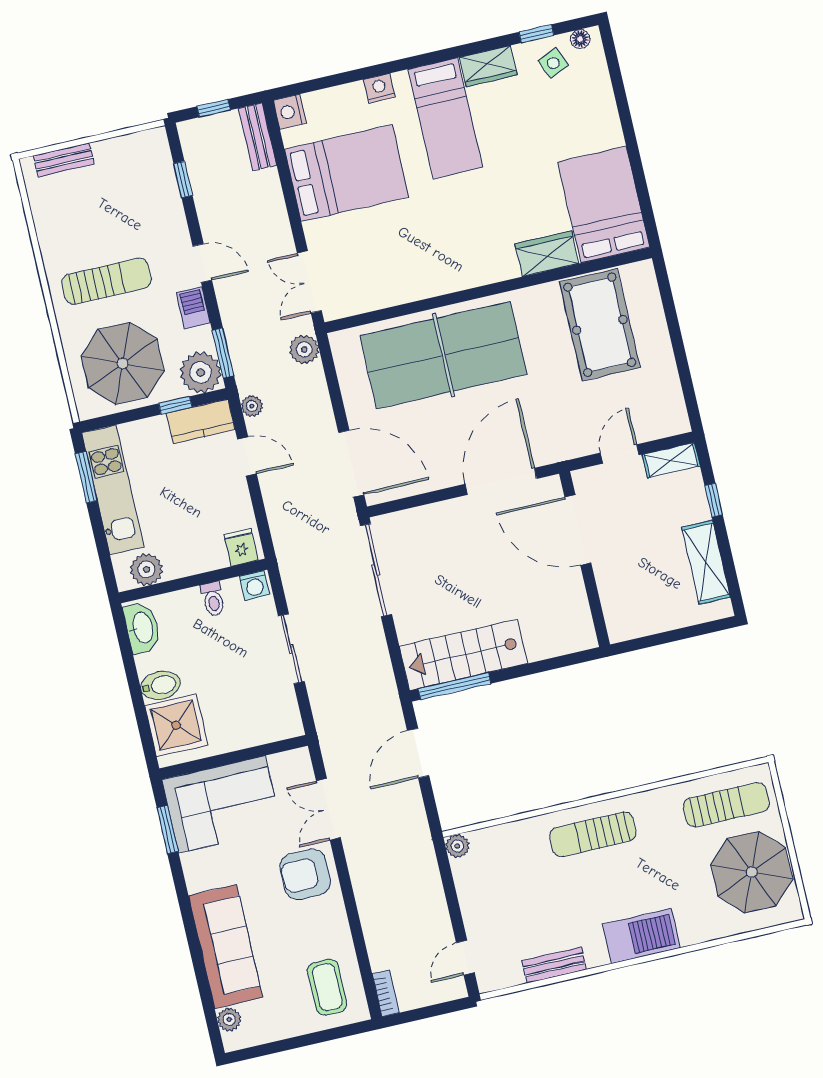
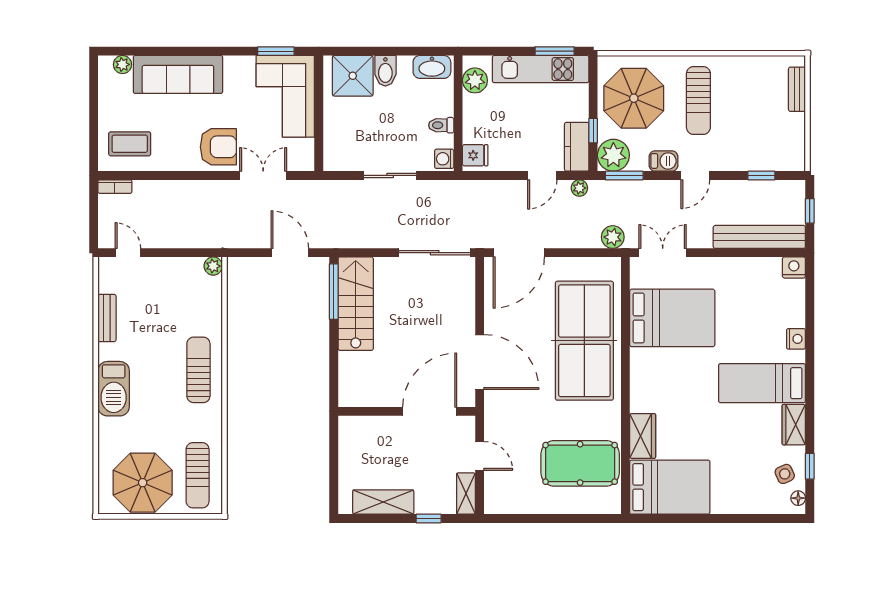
bench: (258, 137) -> (759, 237), width x1.86, depth x1.21
bed: (347, 173) -> (672, 318), moved, turned -90
armchair: (305, 874) -> (218, 147), turned 90

